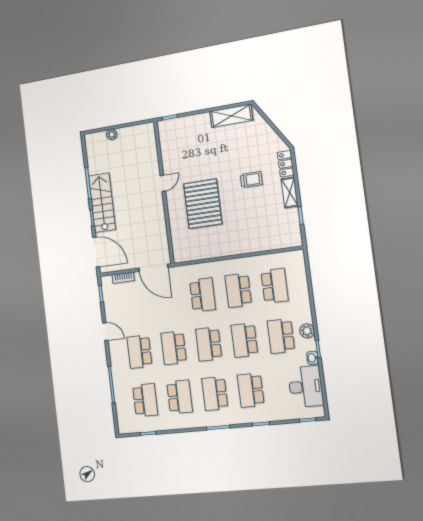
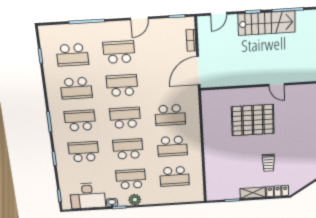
door: (96, 252) -> (219, 14), width x0.53
school desk: (238, 290) -> (172, 146), turned 180

